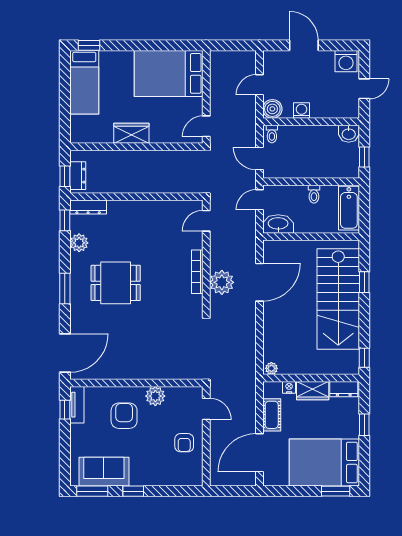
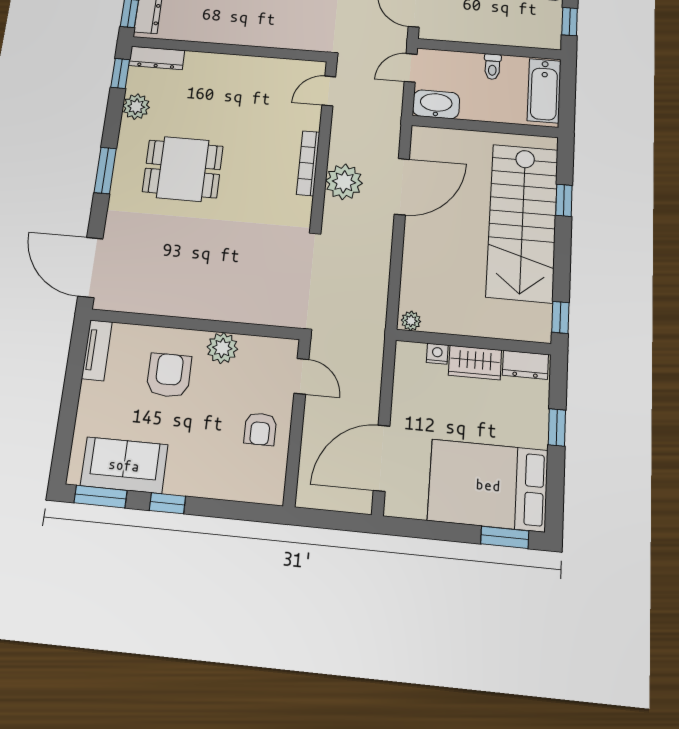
door: (65, 353) -> (90, 267), swing flipped
window: (65, 410) -> (77, 357), removed
cot: (272, 415) -> (406, 396), removed

